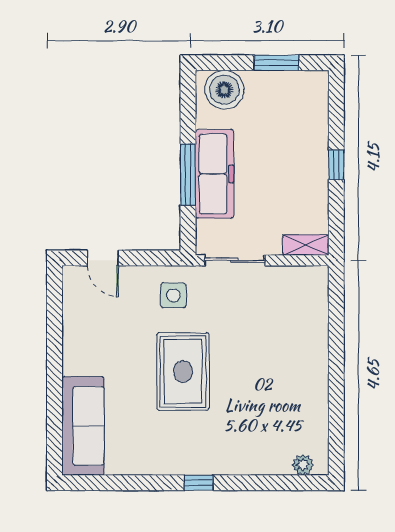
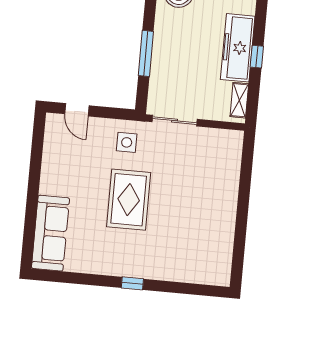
freezer: (214, 174) -> (238, 48), moved, turned 180
shelving: (306, 245) -> (239, 100), moved, turned 90
plant: (303, 465) -> (211, 277), removed

